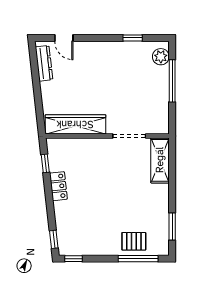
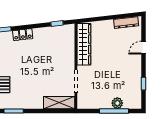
door: (64, 38) -> (144, 48), moved
plant: (161, 57) -> (117, 103), moved
locker: (58, 186) -> (23, 35), moved

